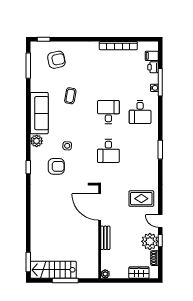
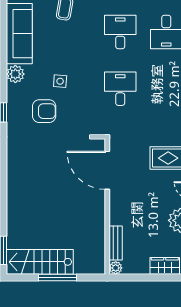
desk: (108, 151) -> (120, 89), turned 180
bench: (105, 238) -> (116, 243), moved

